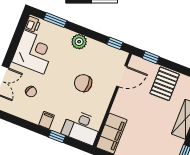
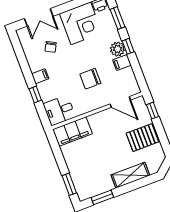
window: (115, 43) -> (128, 46), moved
filing cabinet: (93, 47) -> (122, 63), added
chair: (83, 83) -> (90, 79), turned -90
desk: (82, 127) -> (59, 110), width x0.73

